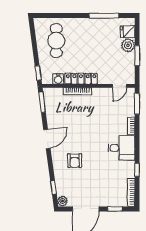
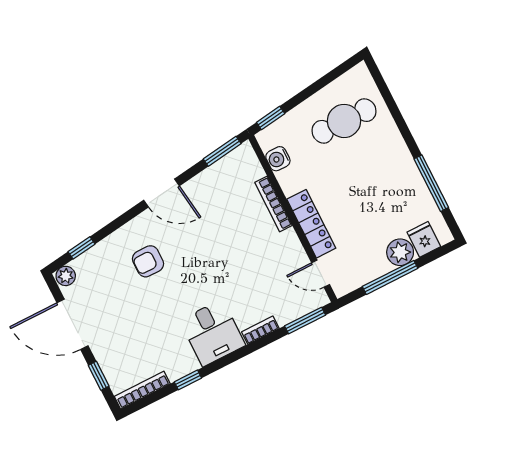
window: (137, 56) -> (390, 277), width x1.44
locker: (81, 79) -> (311, 224), moved

